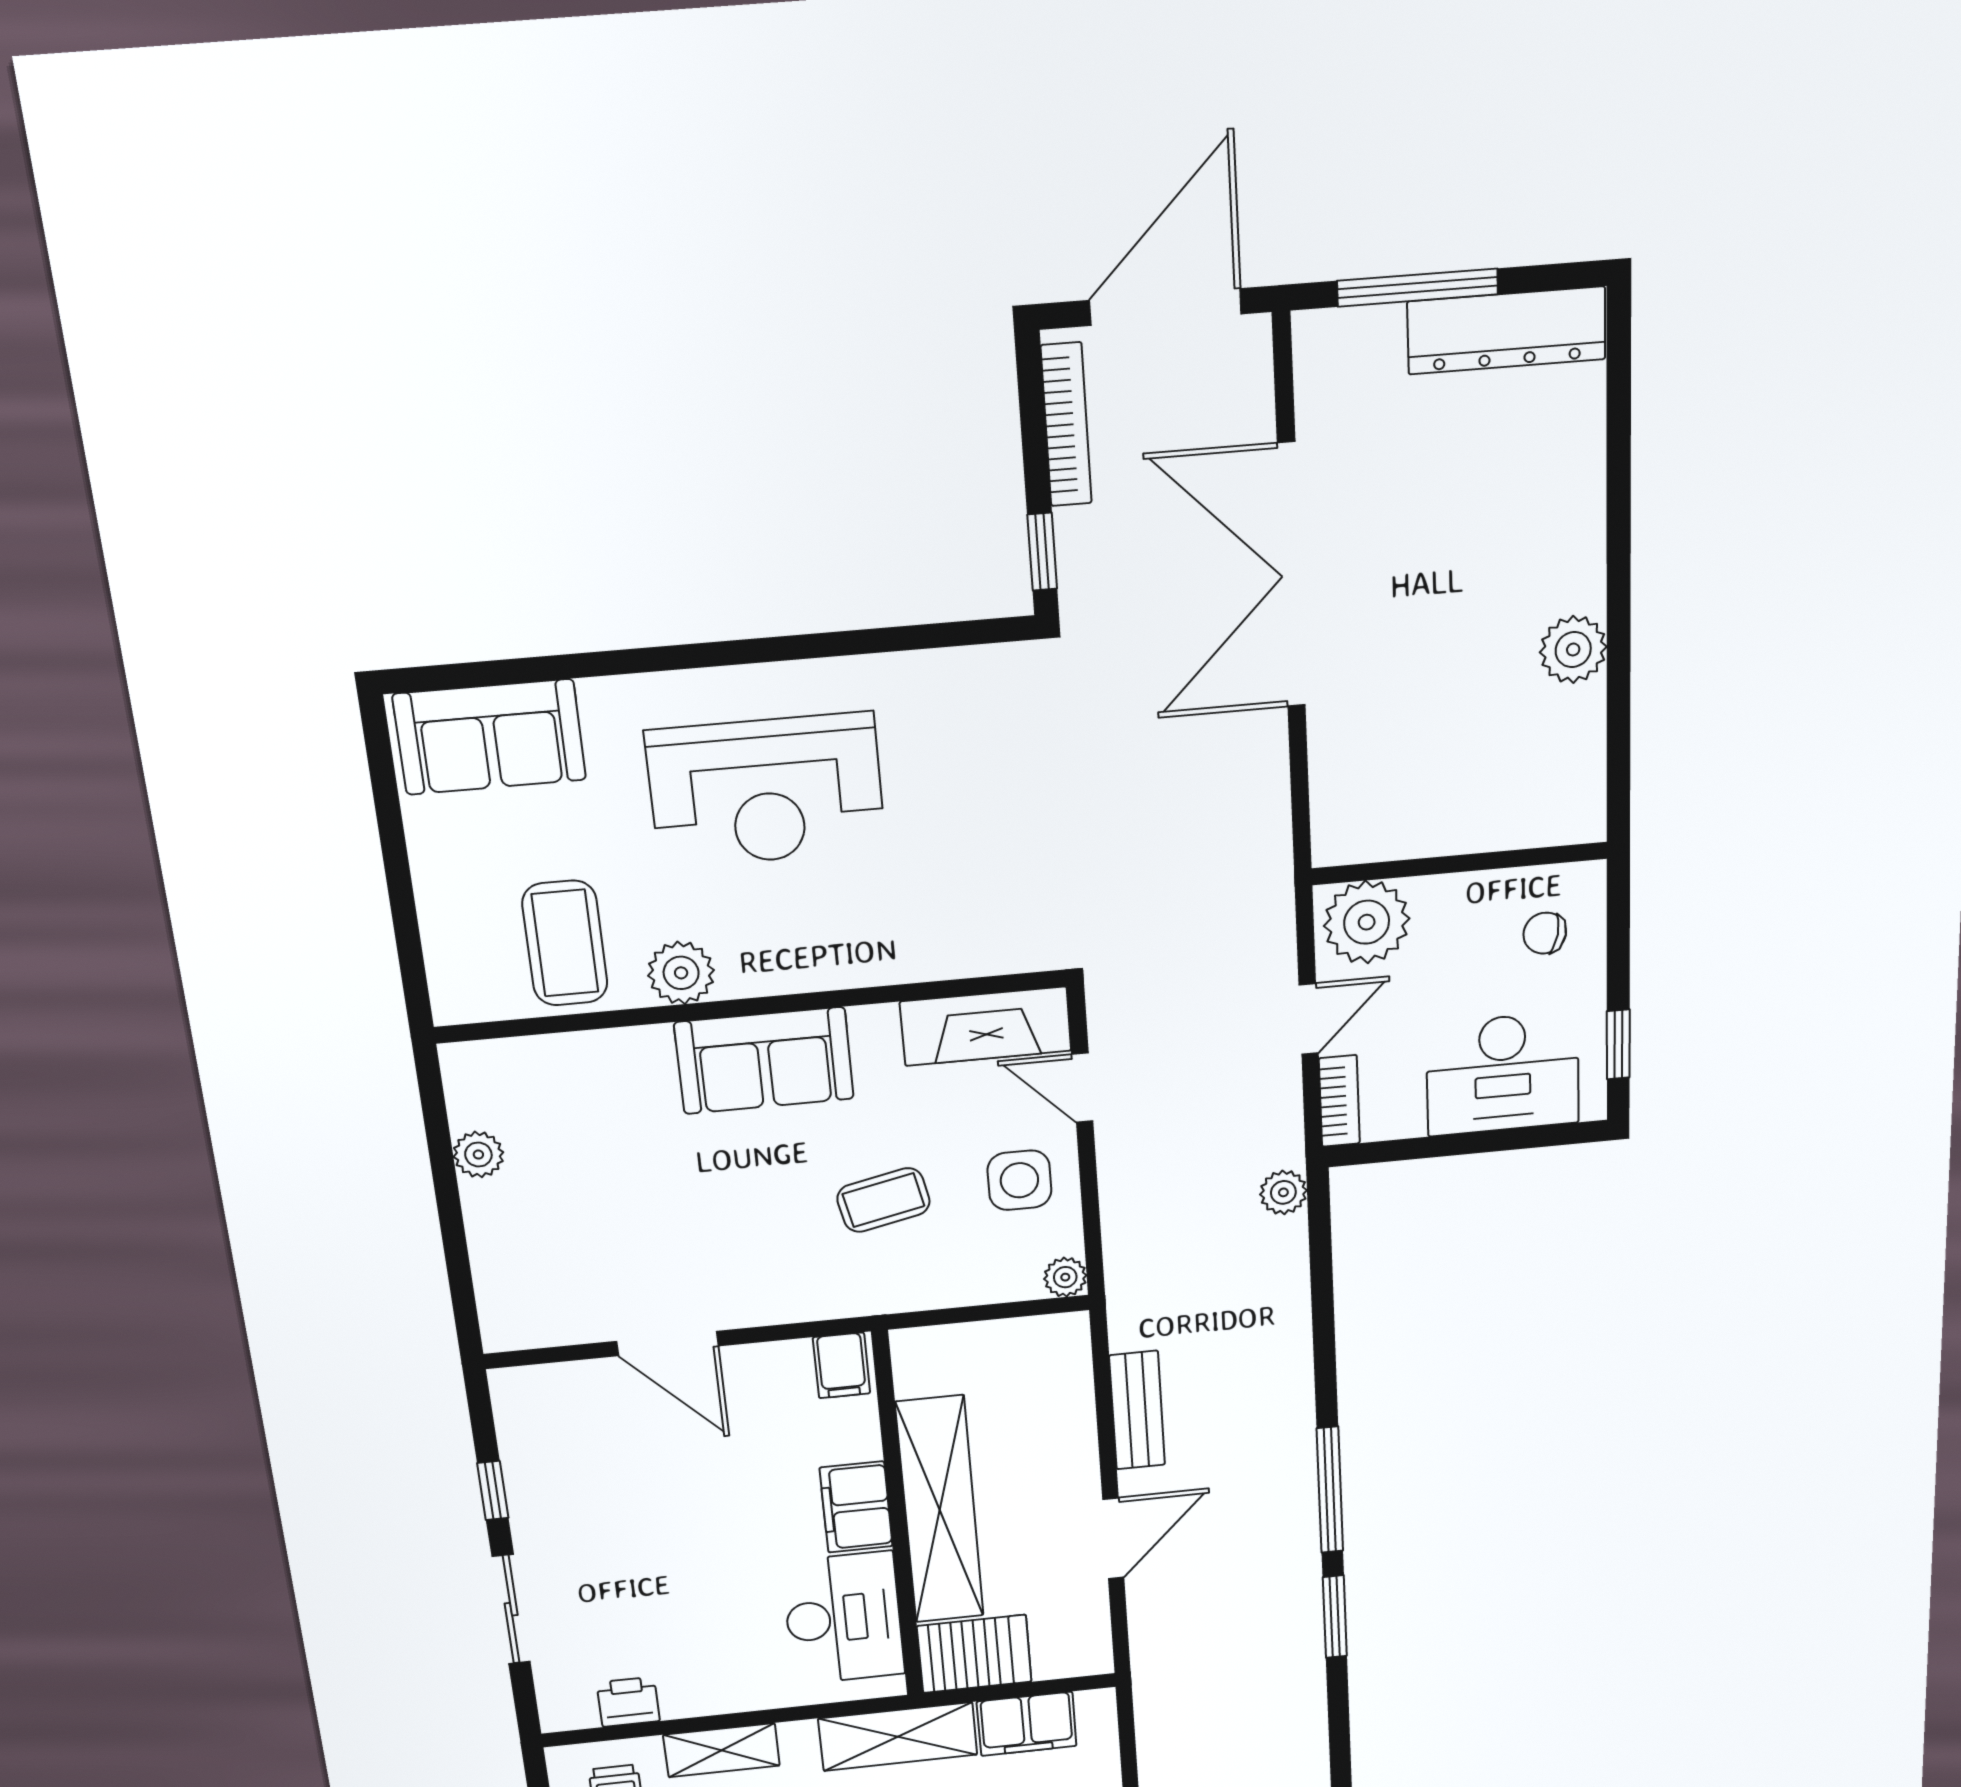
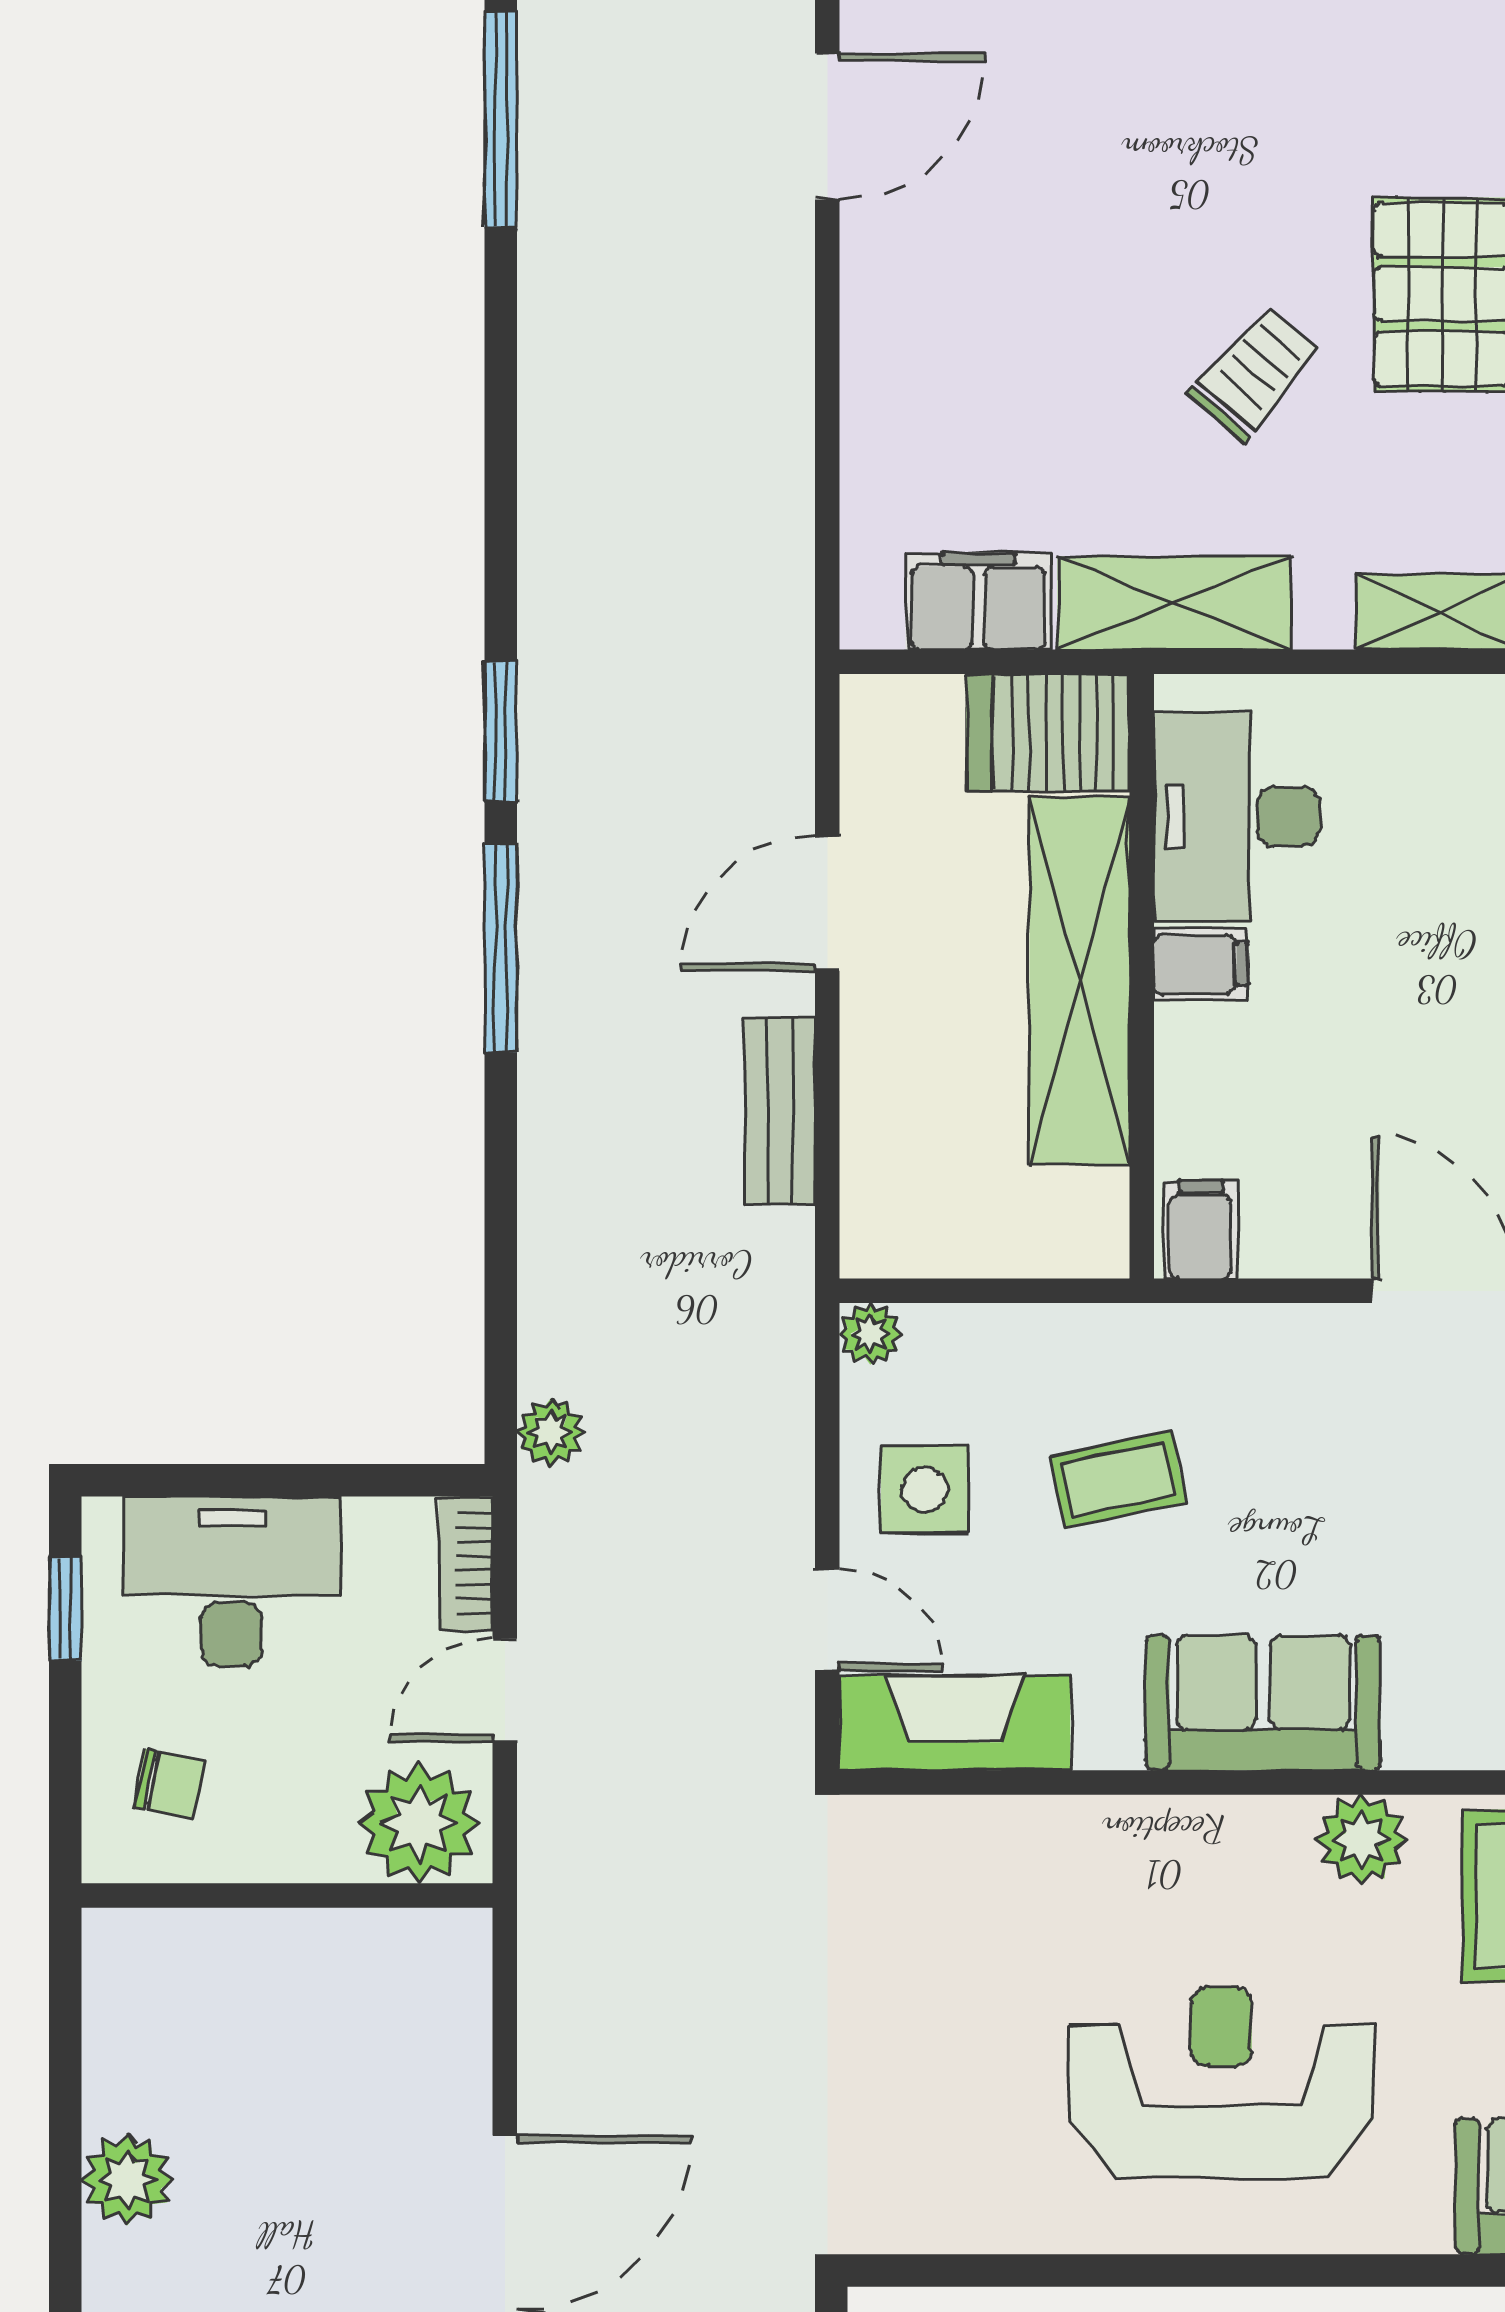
filing cabinet: (856, 1507) -> (1201, 964), width x0.50

